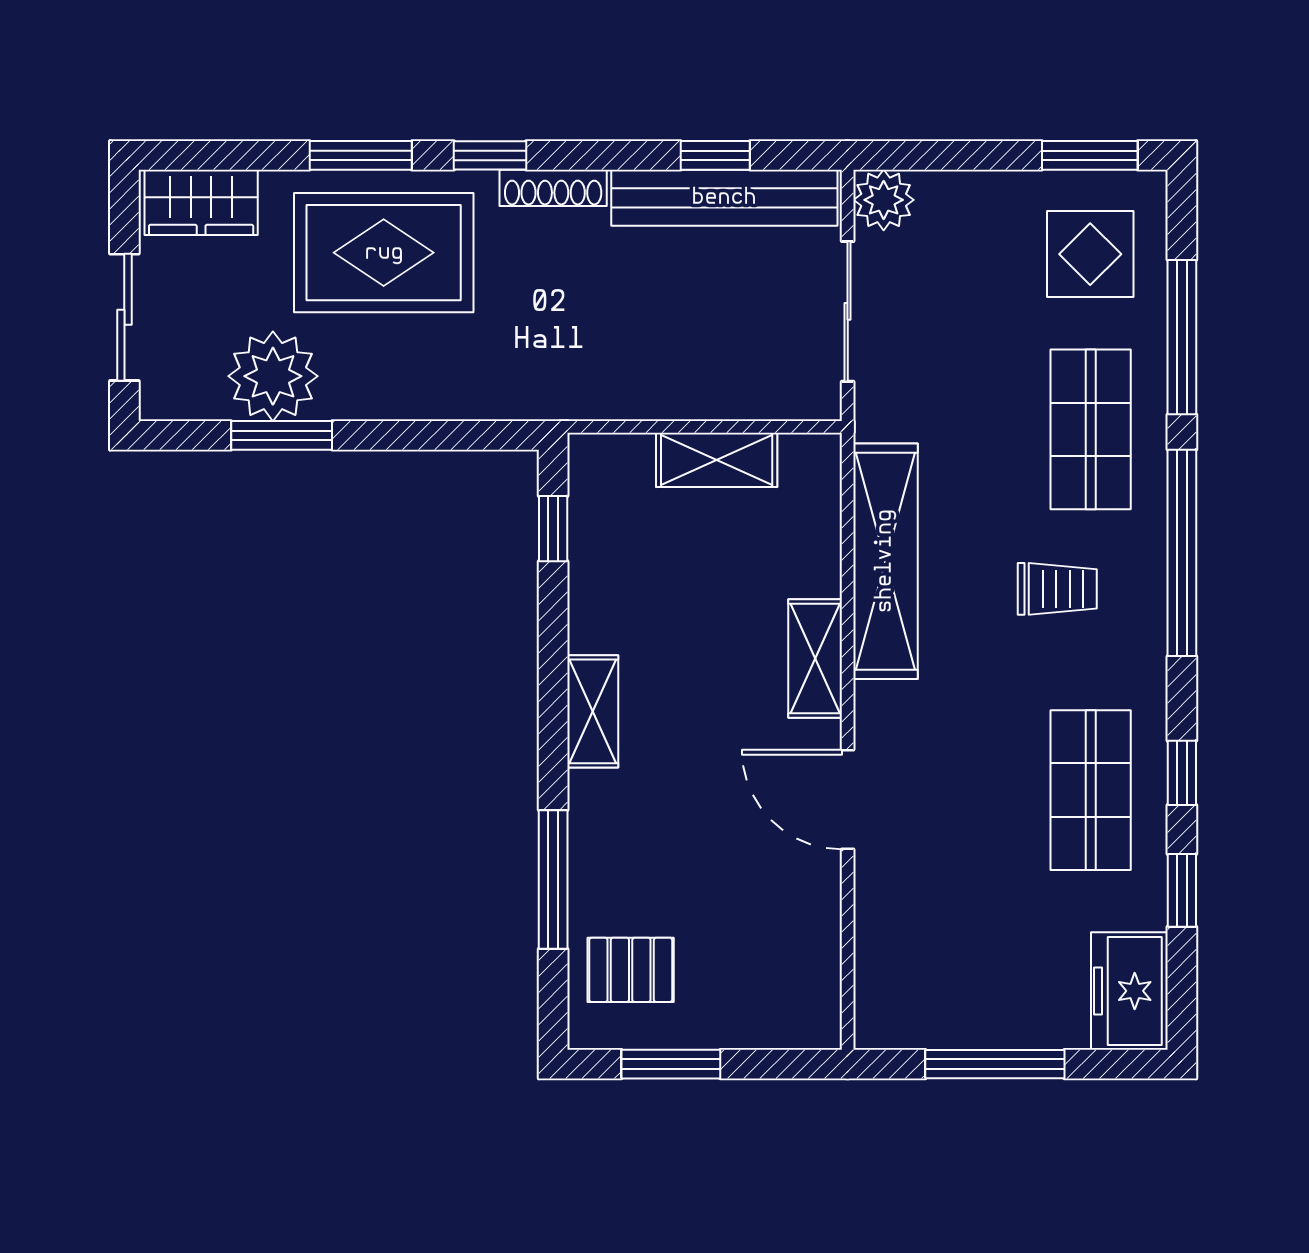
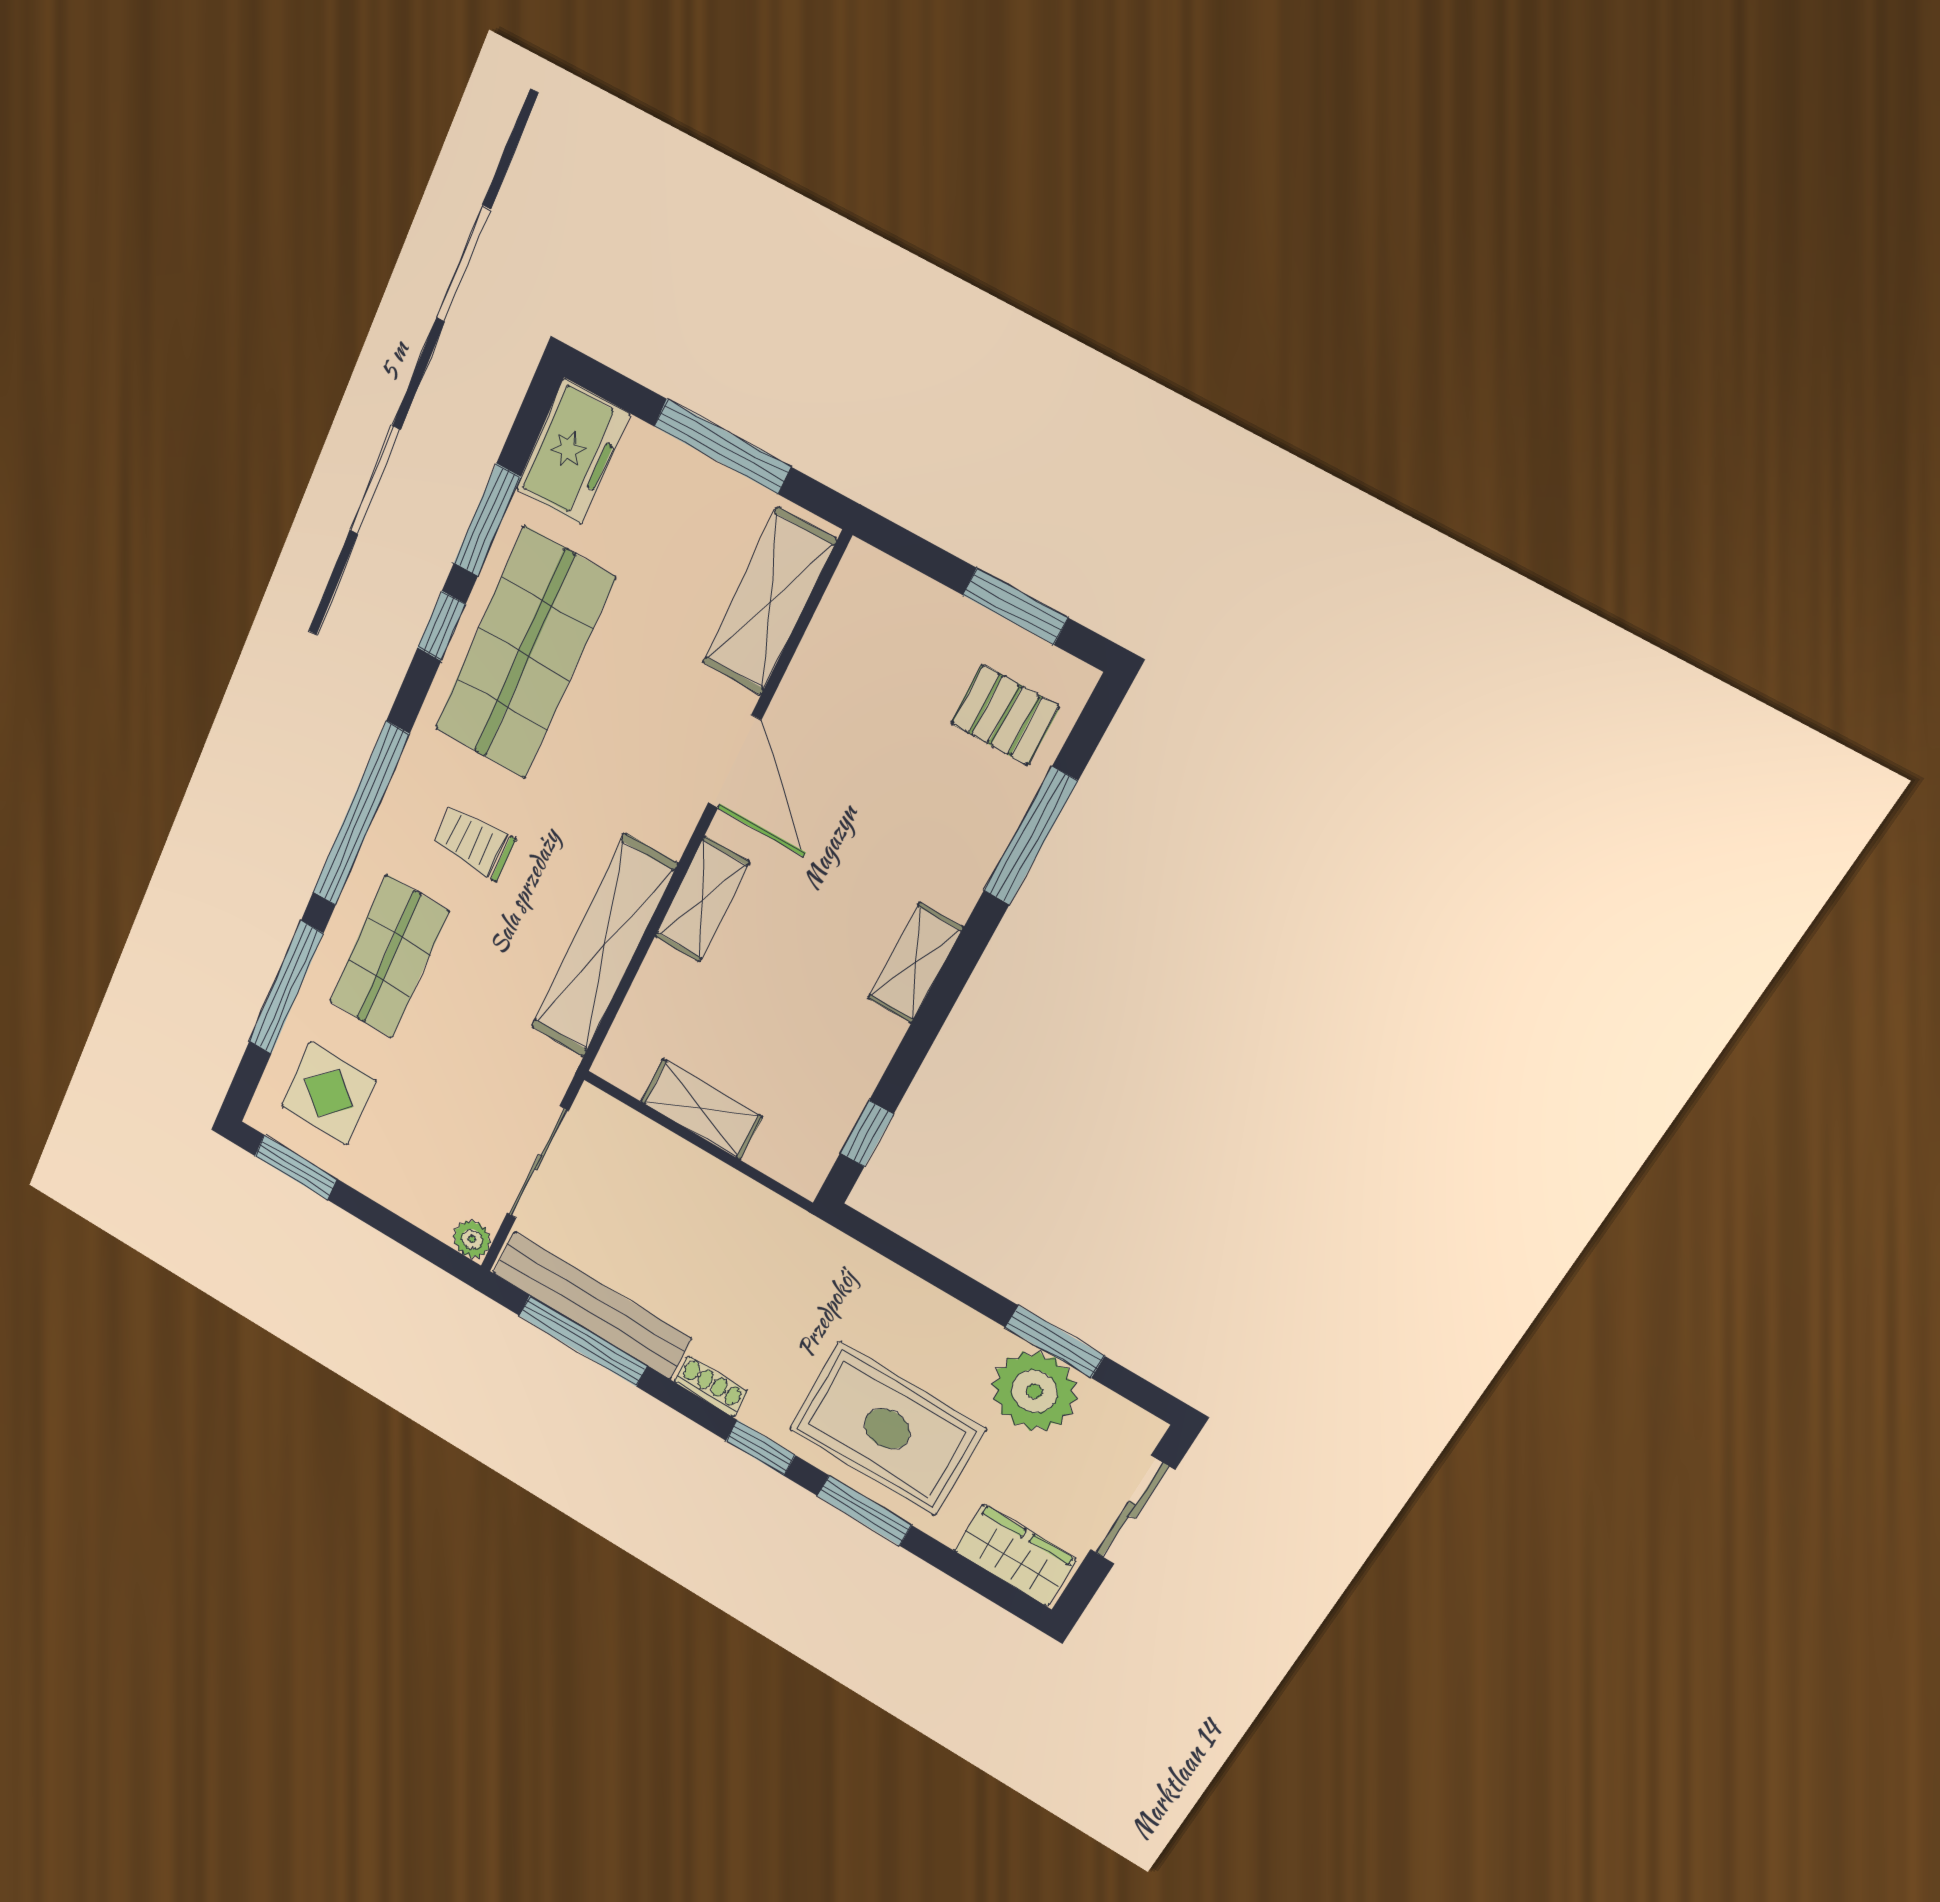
window: (715, 155) -> (583, 1341), width x2.17
shoe rack: (553, 188) -> (711, 1386), width x0.70
plant: (884, 200) -> (472, 1239), width x0.73, depth x0.73
shop shelf: (1091, 790) -> (524, 654), width x1.43, depth x1.36
window: (1182, 890) -> (487, 520), width x1.50
shelving: (887, 955) -> (769, 602), added

